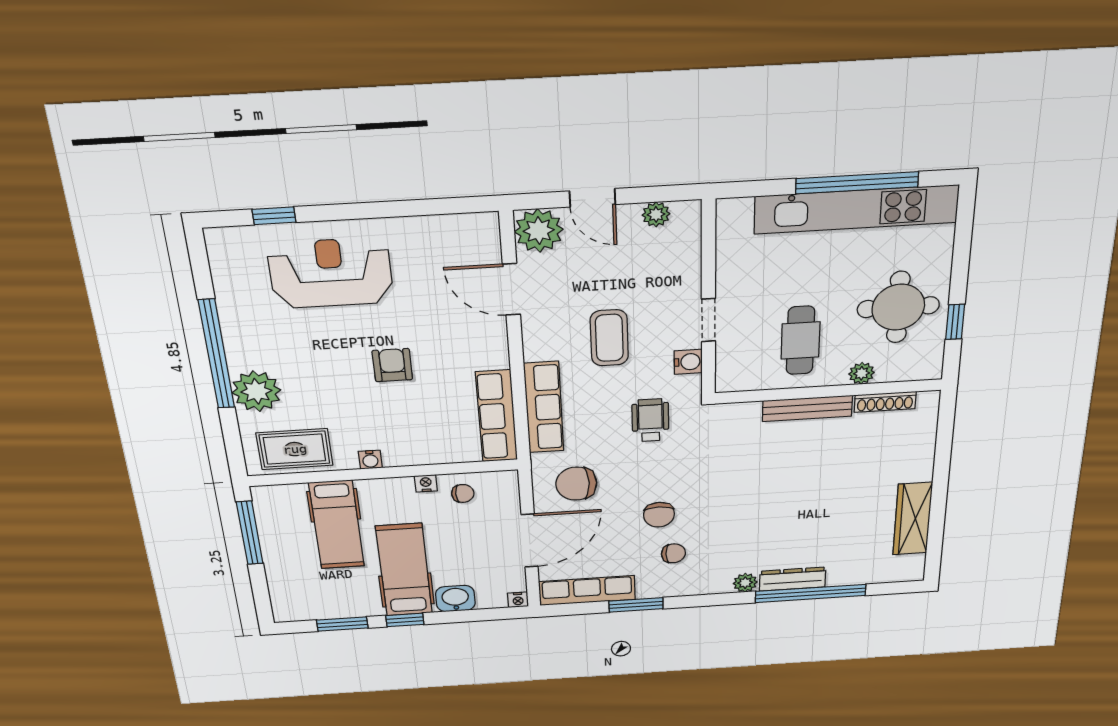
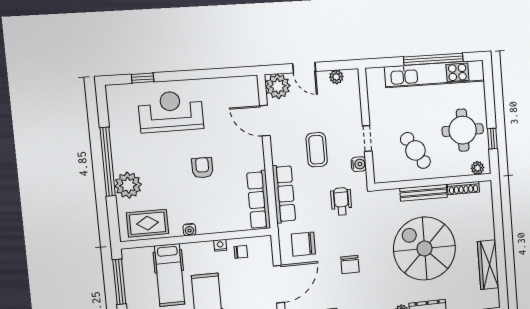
cafe table: (800, 340) -> (415, 150), turned -32
plant: (862, 373) -> (477, 168), moved
spiral stairs: (798, 493) -> (425, 249), added
chair: (673, 553) -> (360, 291), removed

